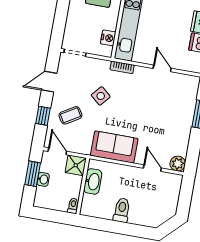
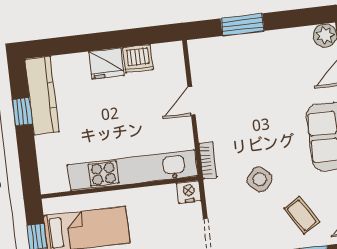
nightstand: (108, 38) -> (189, 192), moved

